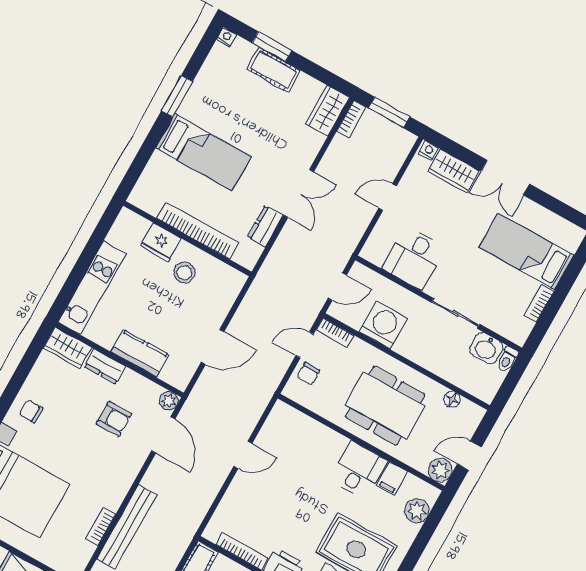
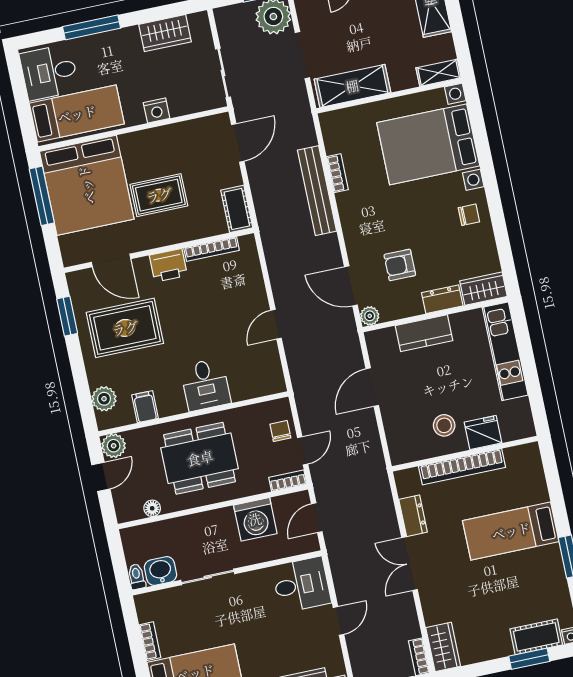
cot: (273, 70) -> (536, 637), moved
desk: (414, 258) -> (301, 585), moved, turned 90
desk: (359, 470) -> (205, 385), moved

